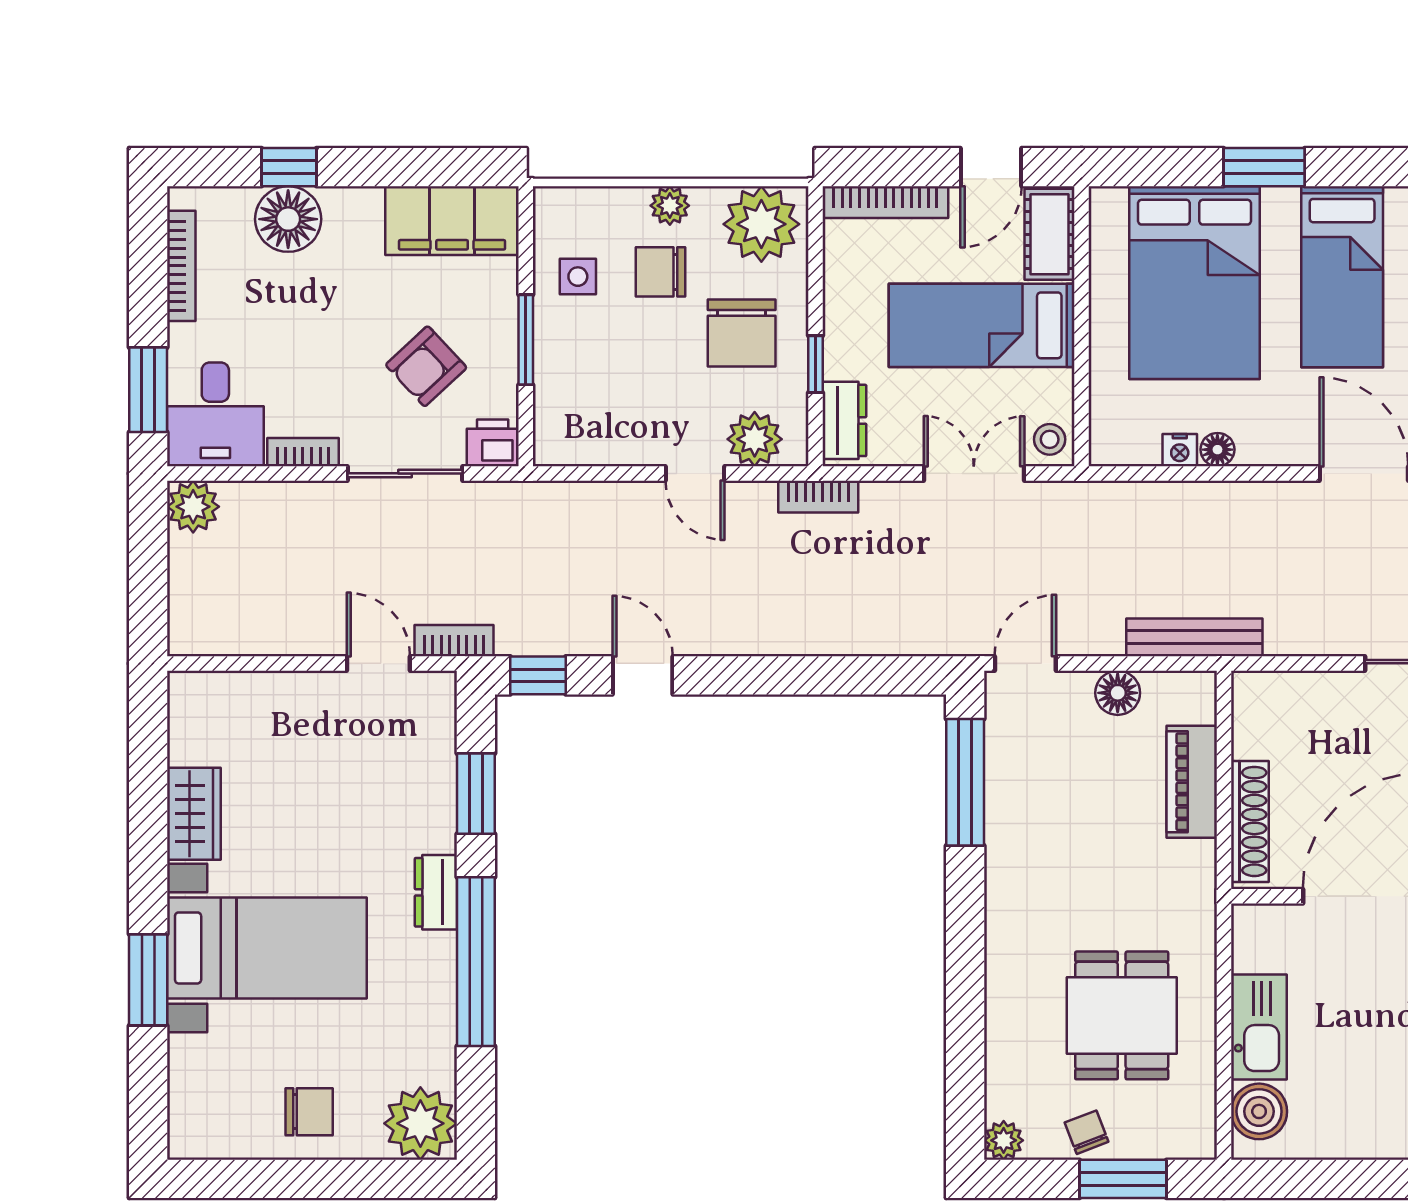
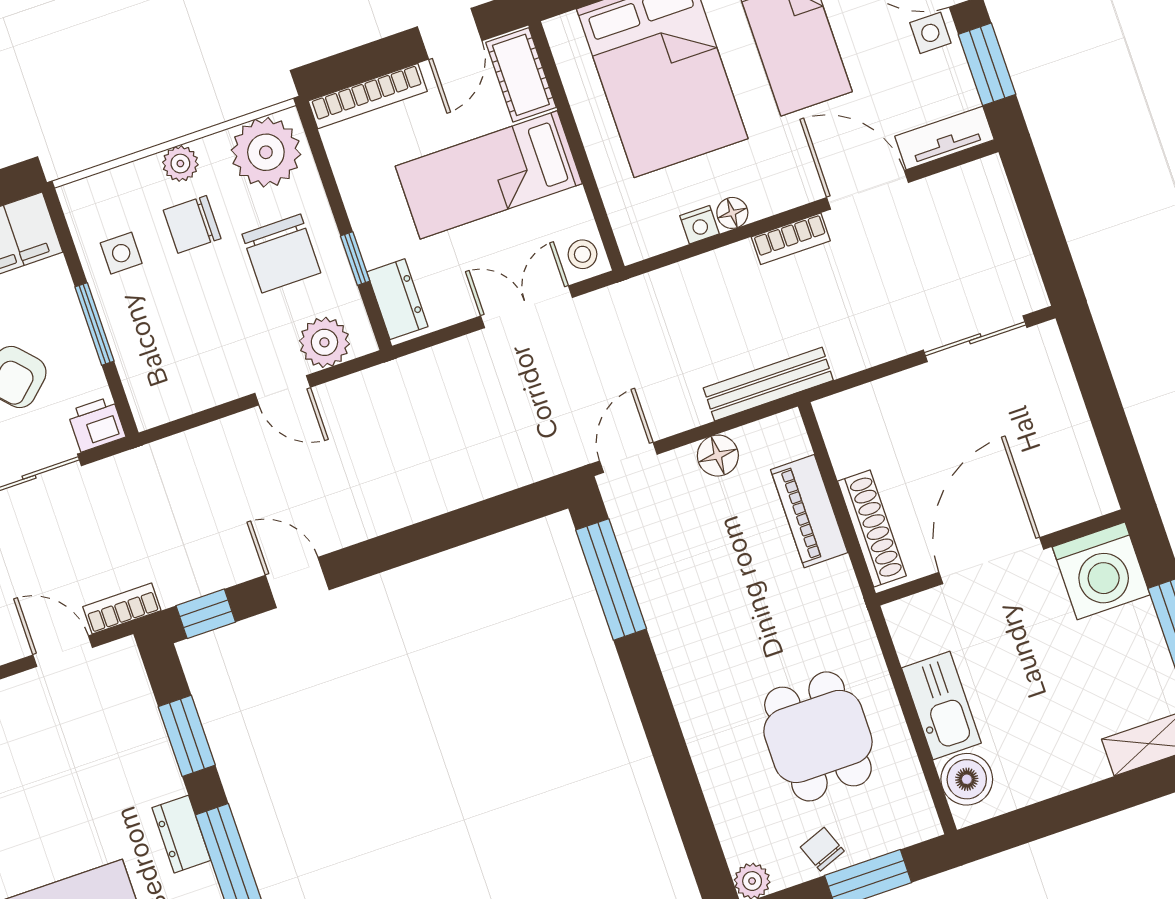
bookcase: (818, 497) -> (791, 239), moved

